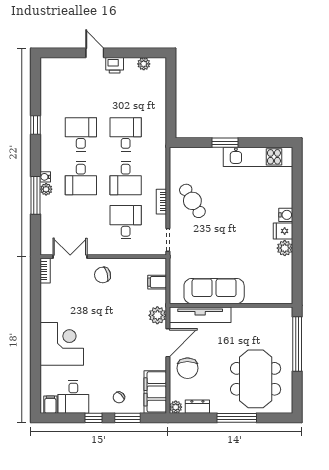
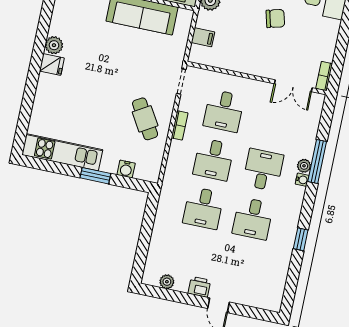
desk: (126, 178) -> (214, 159), turned 180
water cooler: (286, 215) -> (126, 169), moved, turned -90
chair: (103, 275) -> (275, 19), moved

